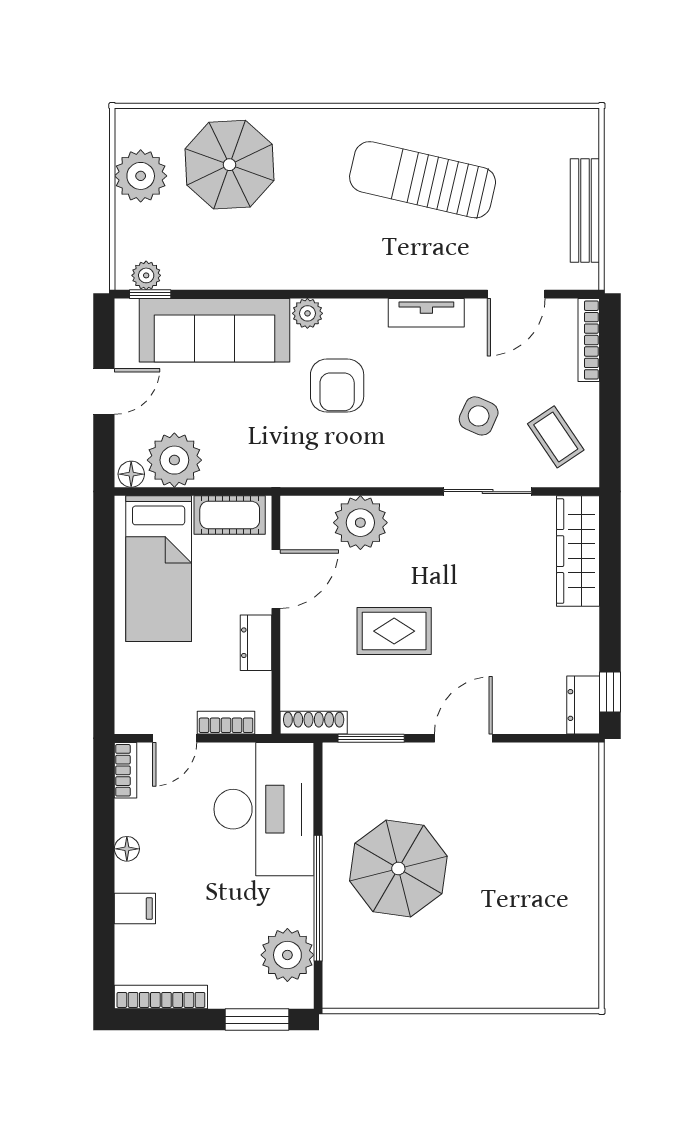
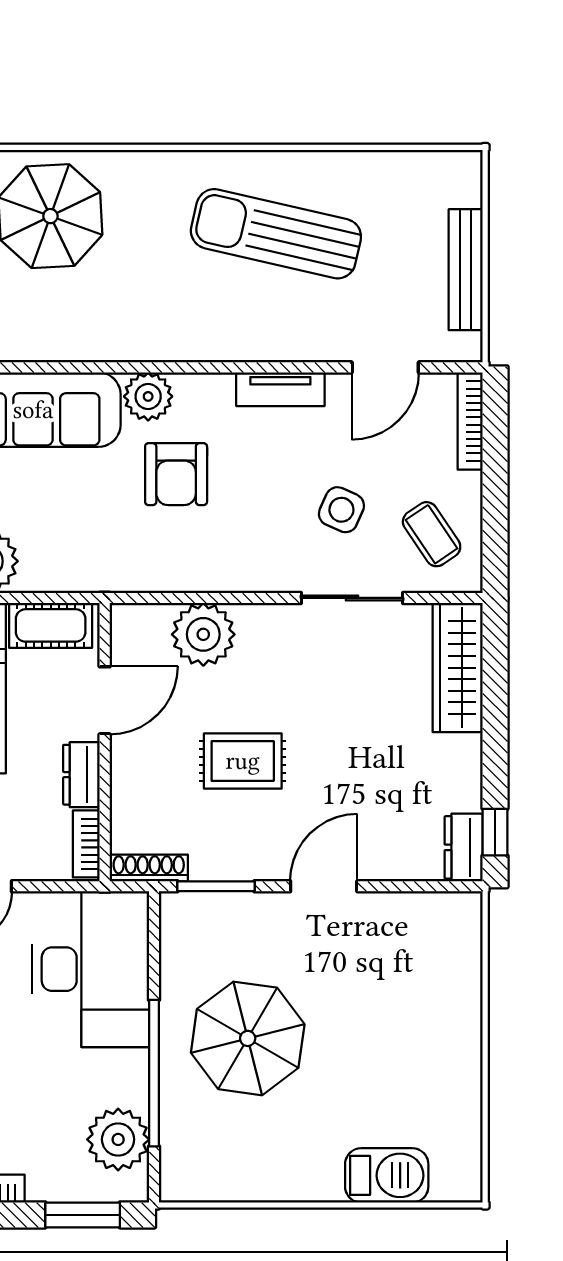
plant: (307, 313) -> (148, 396), width x1.38, depth x1.38
bookcase: (226, 723) -> (86, 844), moved, turned -90
barbecue: (517, 986) -> (387, 1175), added

